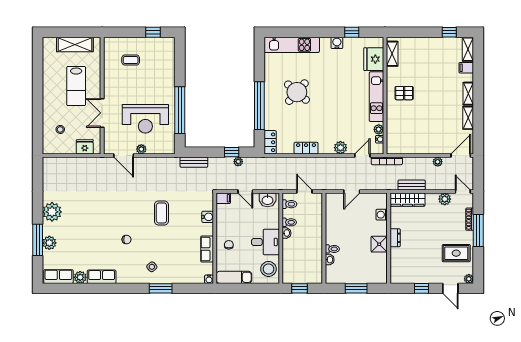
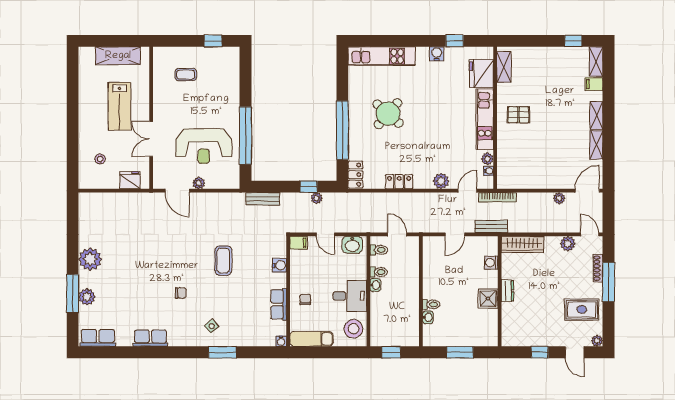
bench: (412, 185) -> (491, 226), moved
plant: (80, 277) -> (124, 339), removed

